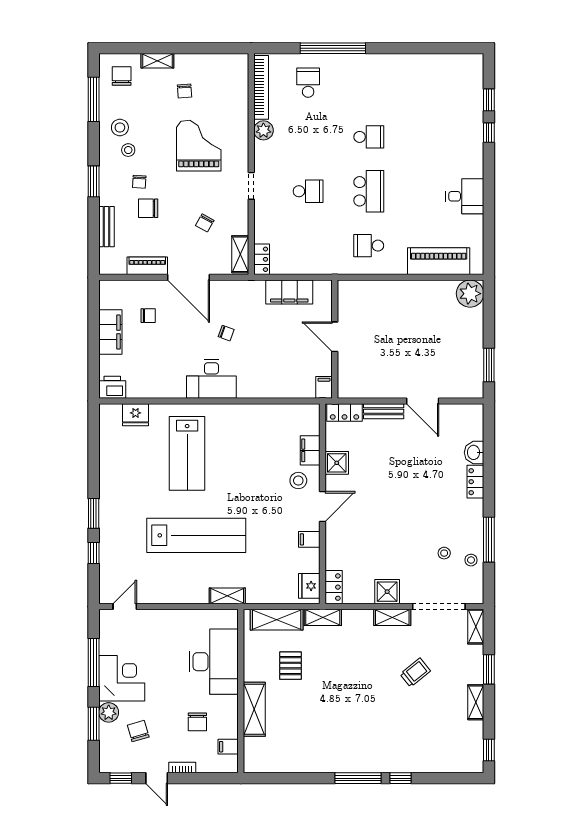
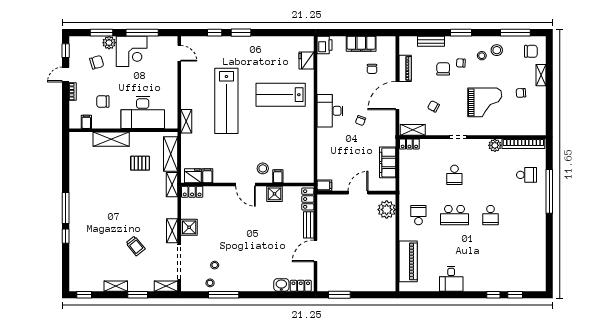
plant: (470, 294) -> (387, 210), moved
filing cabinet: (310, 450) -> (278, 176), width x0.50
locker: (475, 482) -> (301, 286), moved
filing cabinet: (309, 539) -> (207, 176), moved

